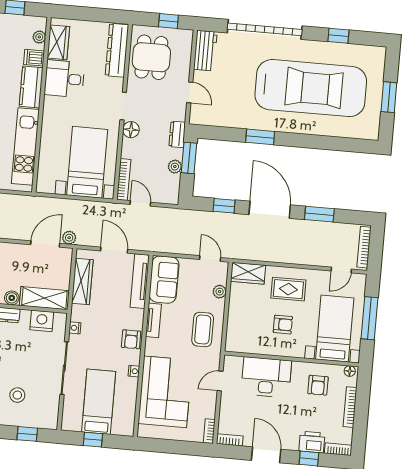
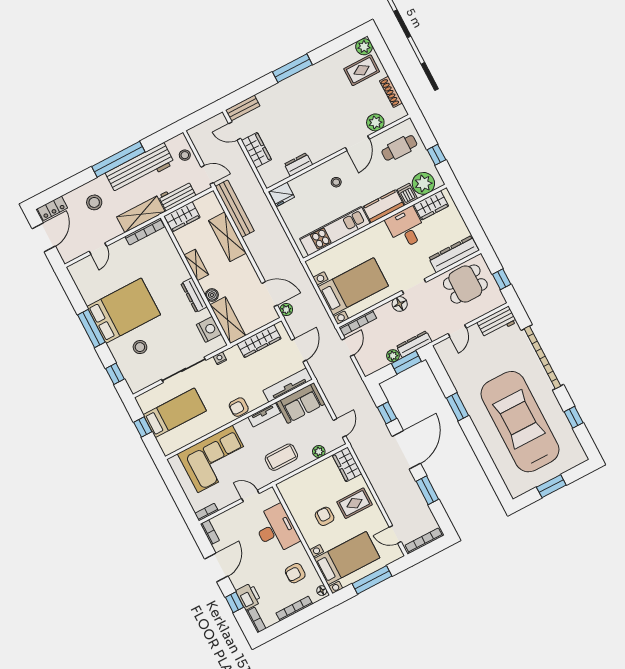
plant: (39, 37) -> (423, 183), width x1.88, depth x1.88
car: (311, 88) -> (520, 422), turned 180
dresser: (177, 134) -> (414, 344), width x1.44
rug: (288, 289) -> (355, 503), turned 90
armchair: (283, 325) -> (325, 516), turned 180
nightstand: (134, 371) -> (216, 425), removed

